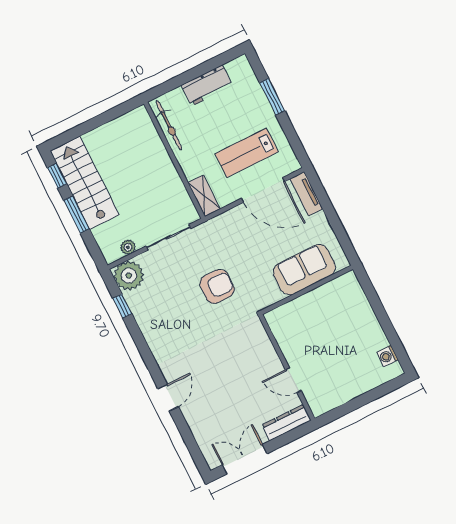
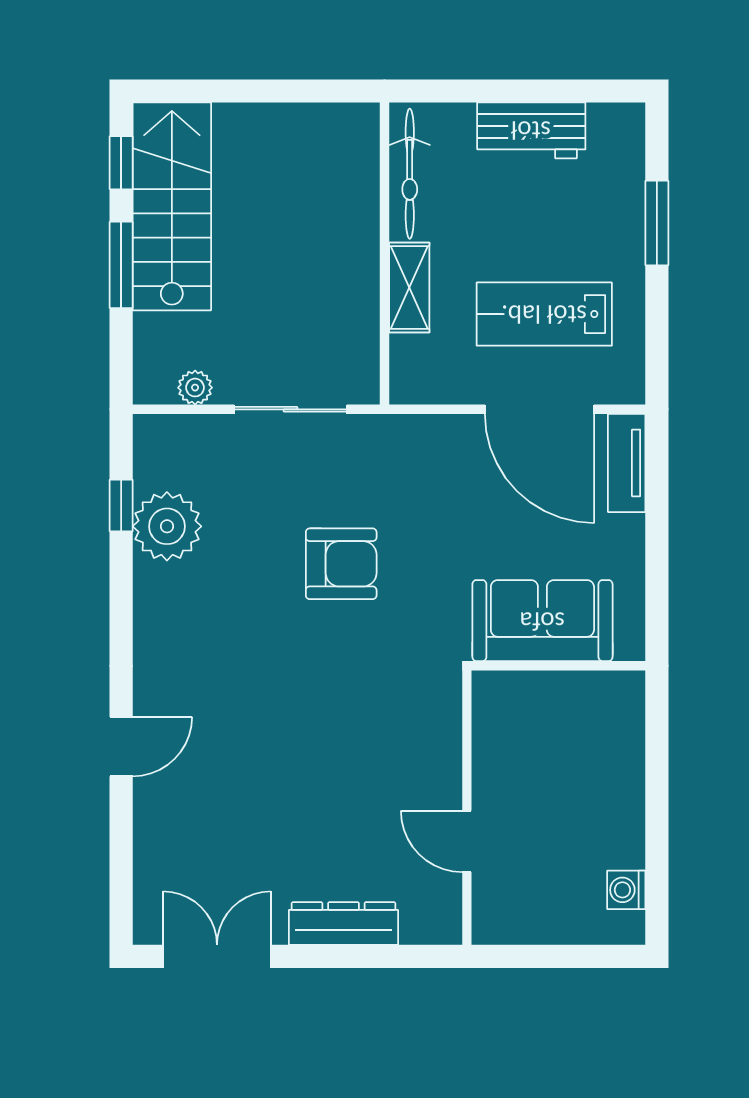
shelving: (204, 196) -> (409, 287), moved
plant: (129, 276) -> (167, 526), moved
wall: (287, 367) -> (467, 808), moved
door: (293, 380) -> (467, 841), moved

